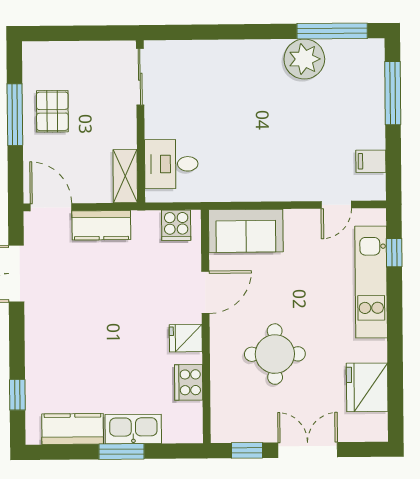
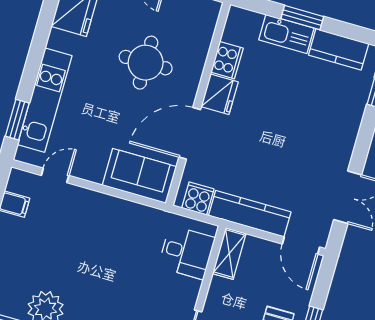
kitchen counter: (101, 225) -> (250, 214), width x1.50
window: (394, 253) -> (17, 120), width x1.50
door: (205, 292) -> (190, 133), width x1.36
fridge: (186, 338) -> (220, 94), width x1.38

